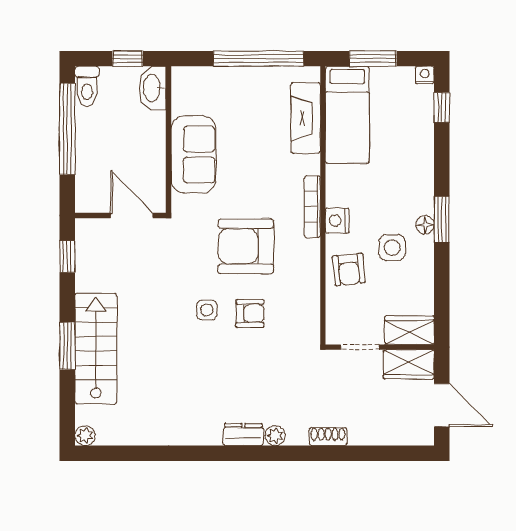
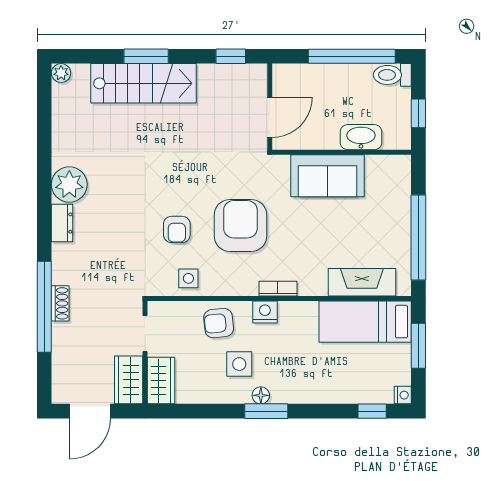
washbasin: (153, 88) -> (361, 137), moved
bookcase: (312, 207) -> (278, 289), width x0.64
side table: (207, 310) -> (188, 278), moved
plant: (275, 436) -> (69, 184), moved, width x1.87, depth x1.87
window: (332, 453) -> (44, 307), added

